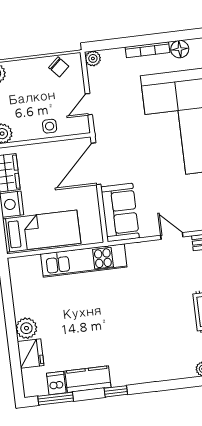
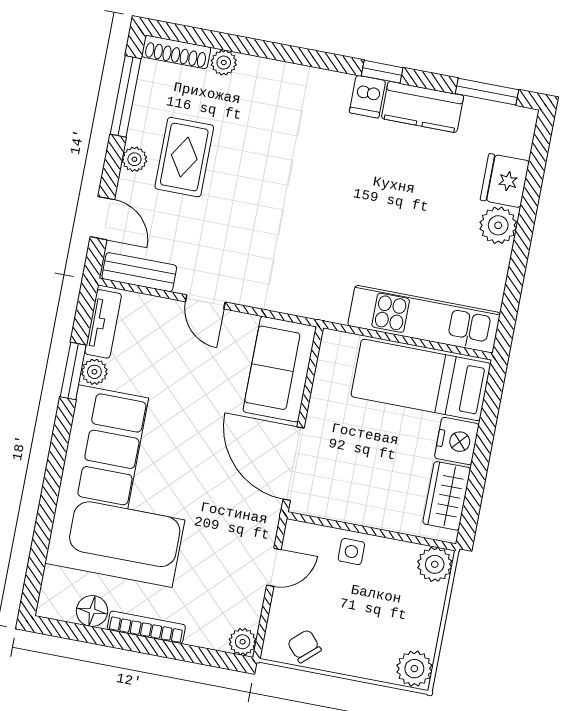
door: (96, 164) -> (294, 464), swing flipped
kitchen unit: (84, 261) -> (424, 319), moved
dishwasher: (56, 383) -> (367, 97), moved

